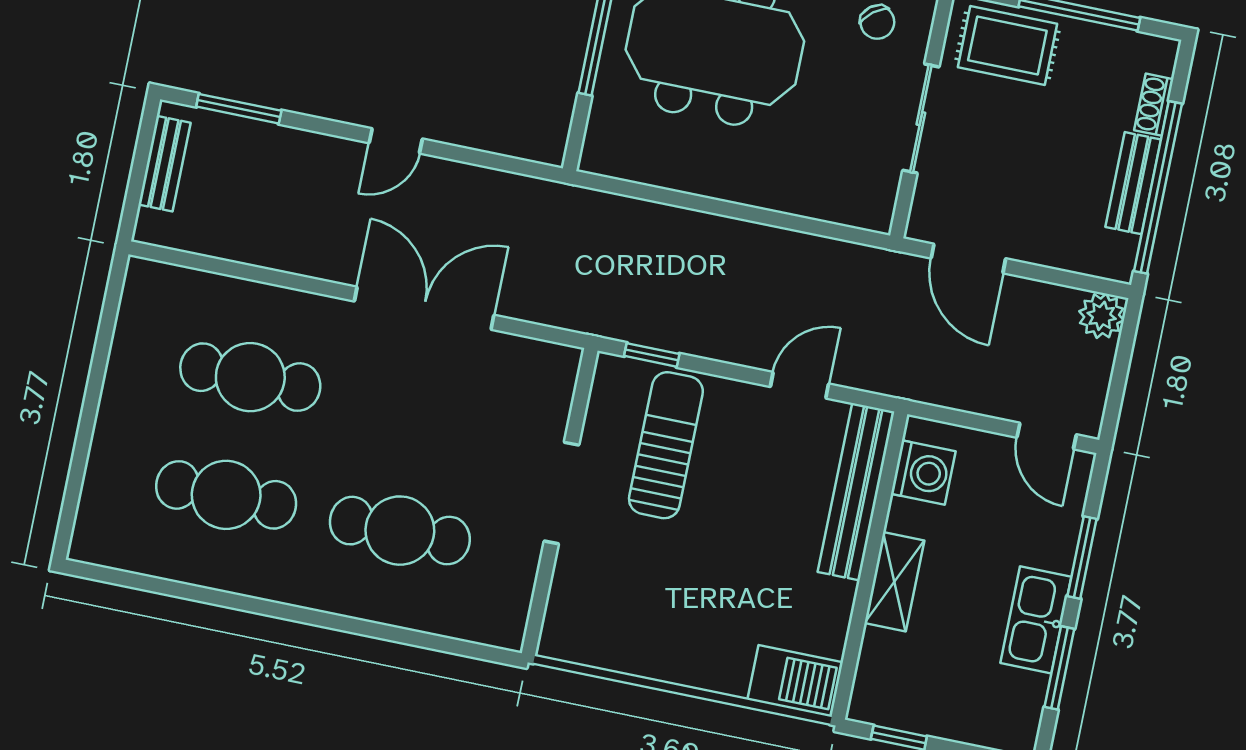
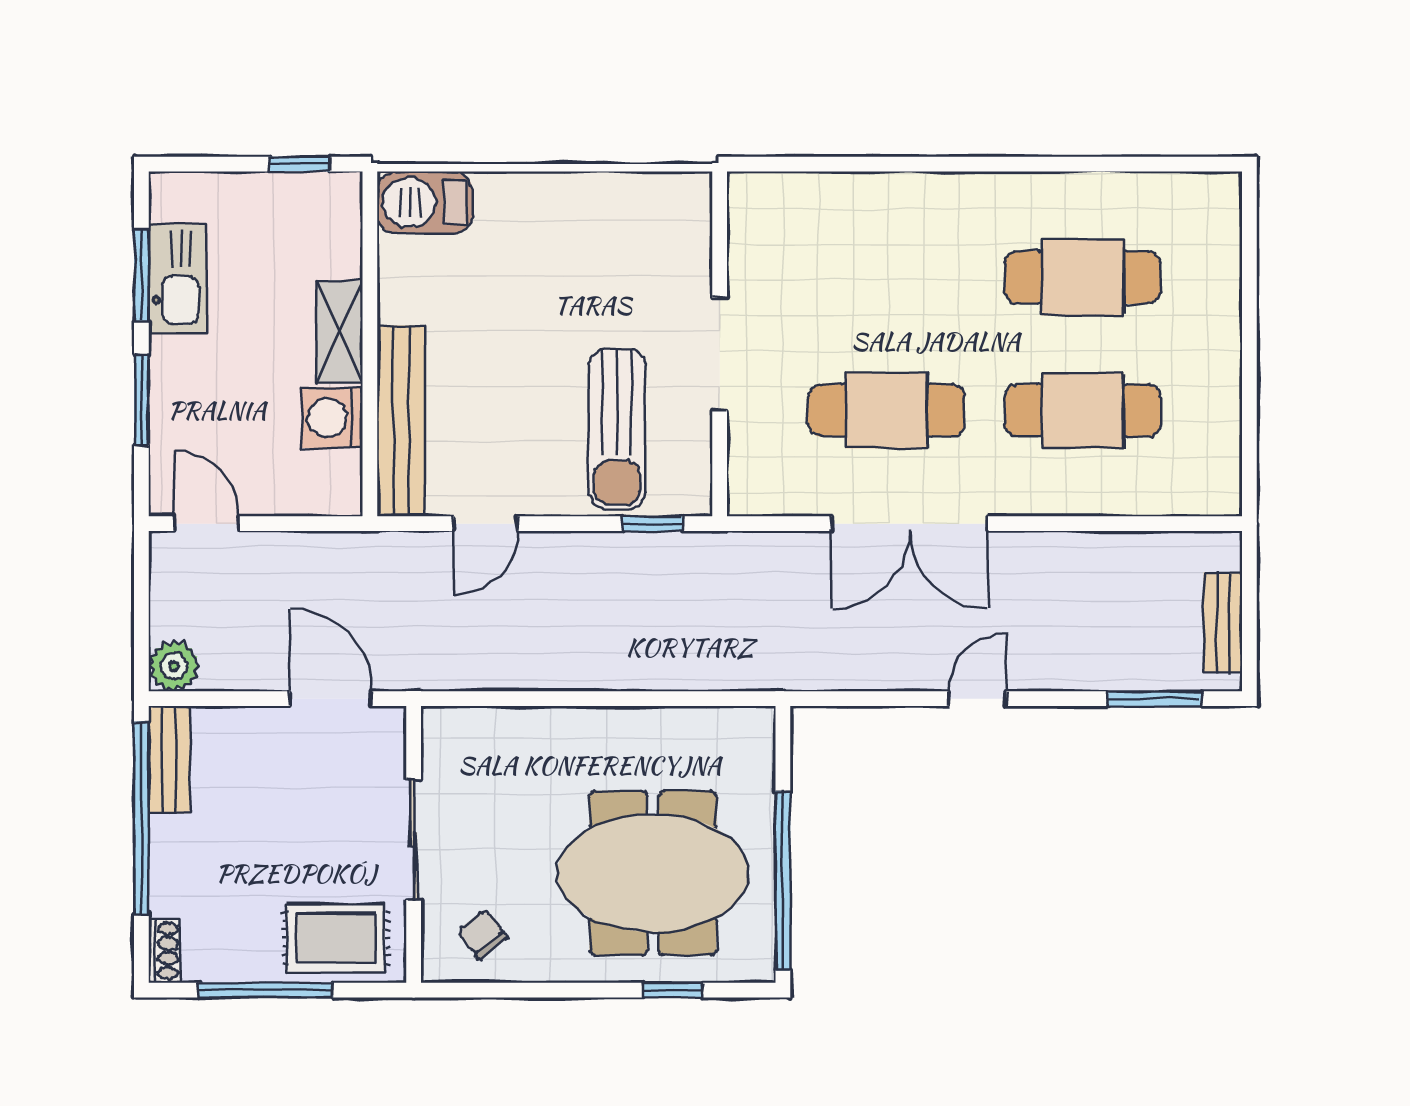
shoe rack: (1154, 105) -> (164, 951), moved
bench: (1133, 183) -> (169, 760), moved
washing machine: (923, 473) -> (332, 418), moved
cafe table: (400, 531) -> (886, 410), moved
kitchen sink: (1036, 620) -> (178, 278), moved

